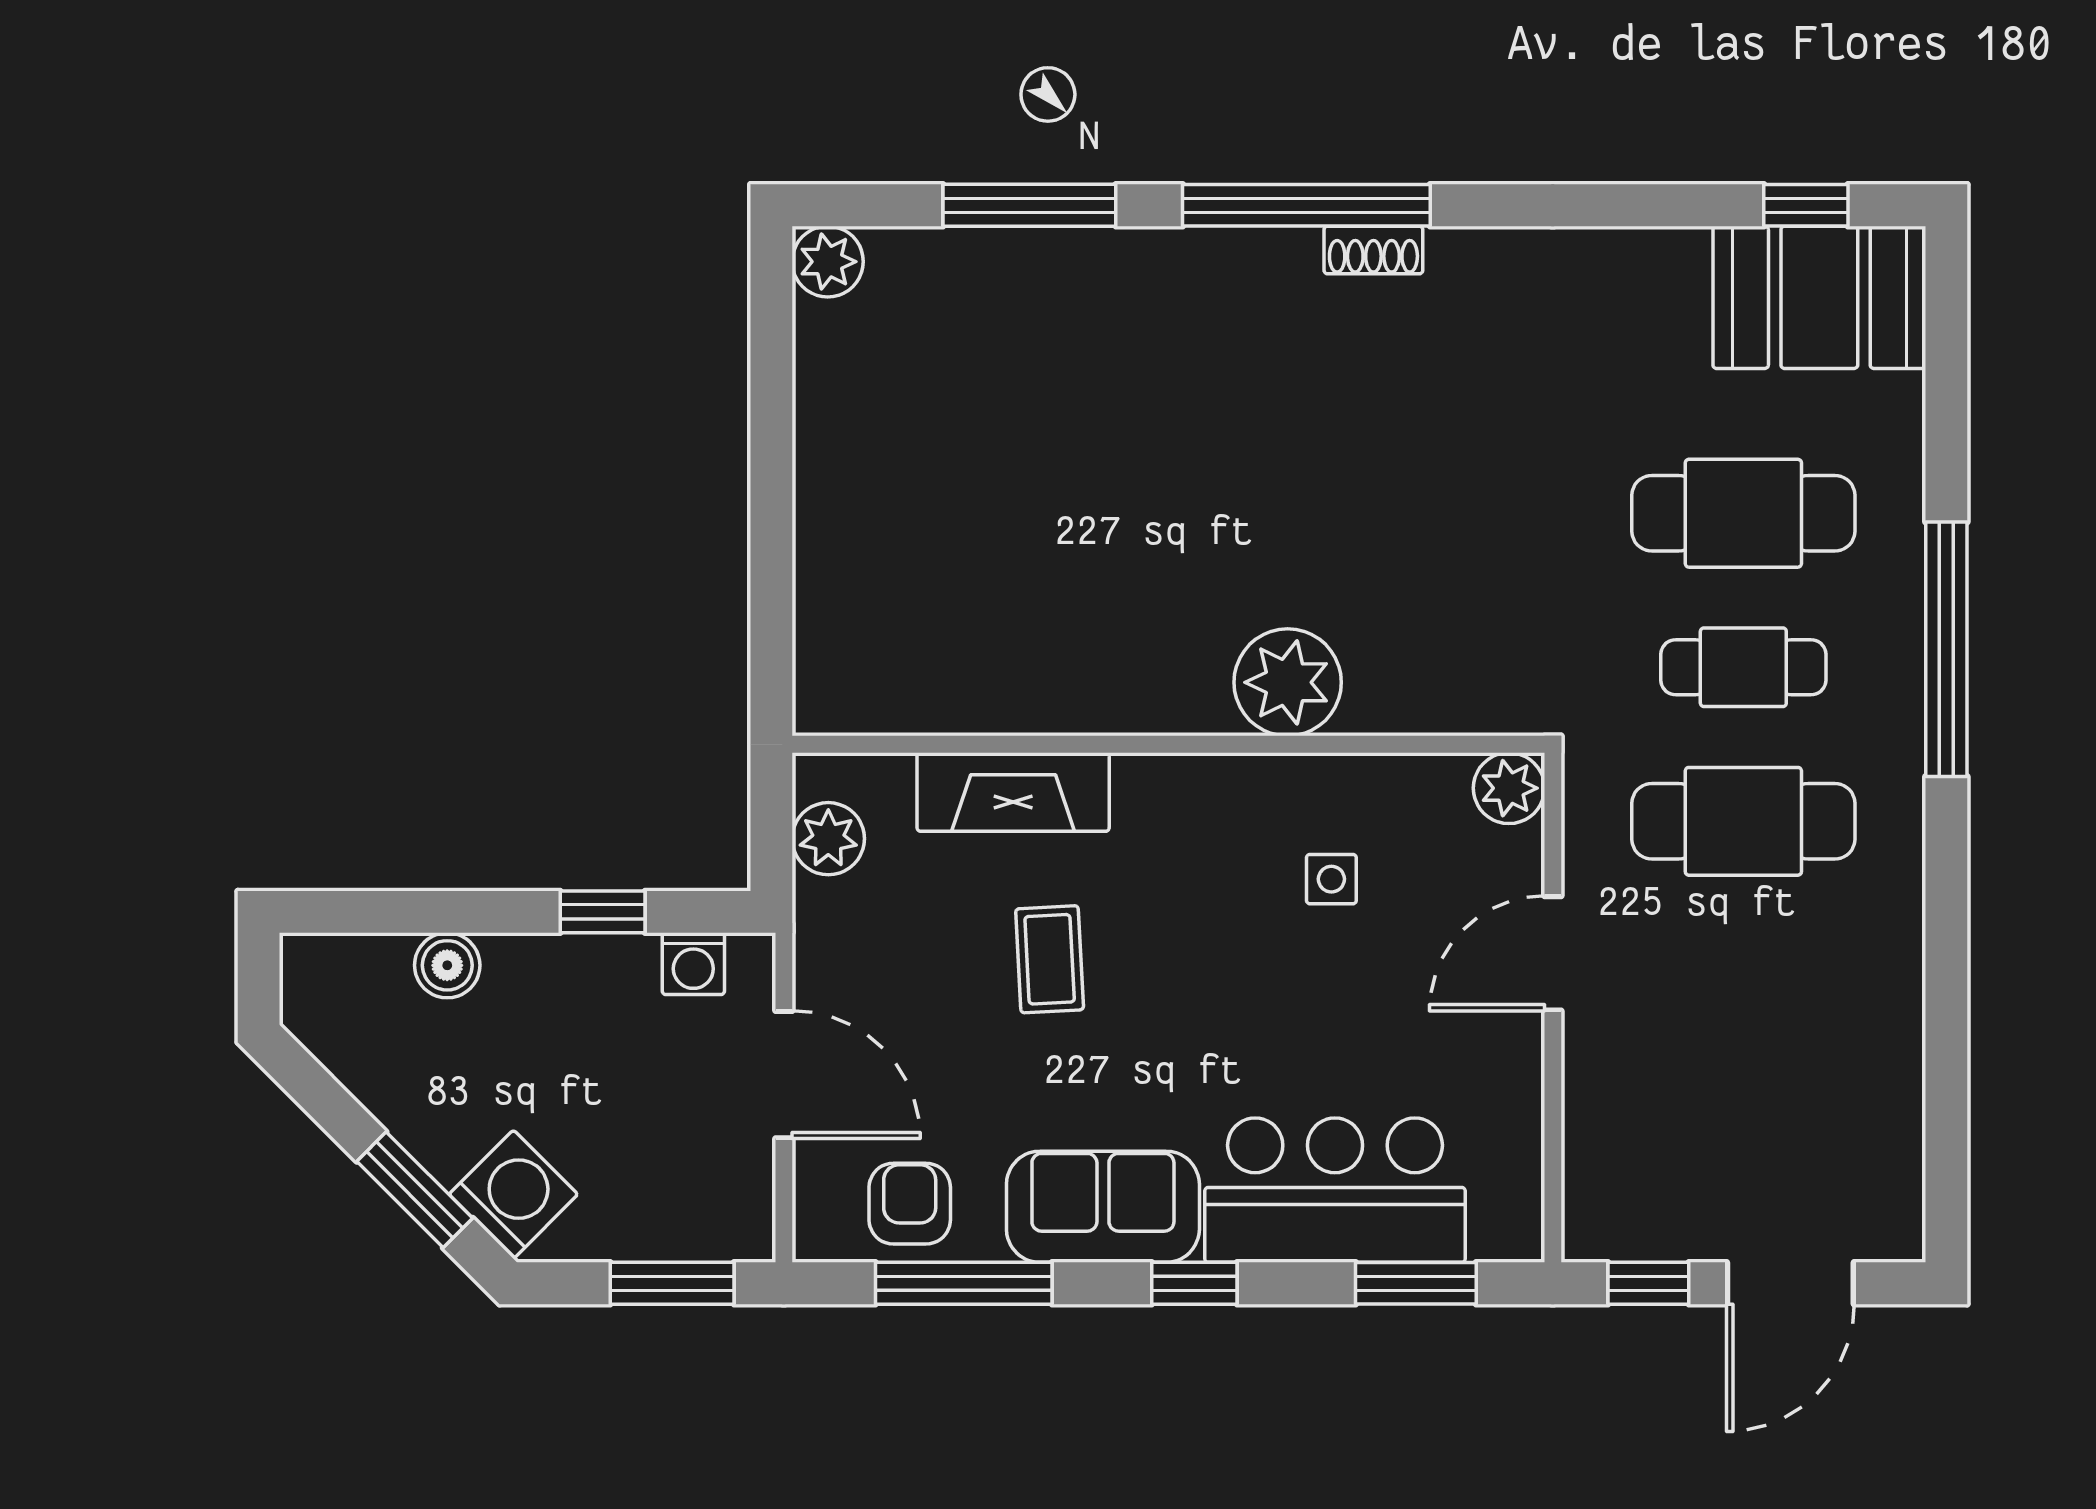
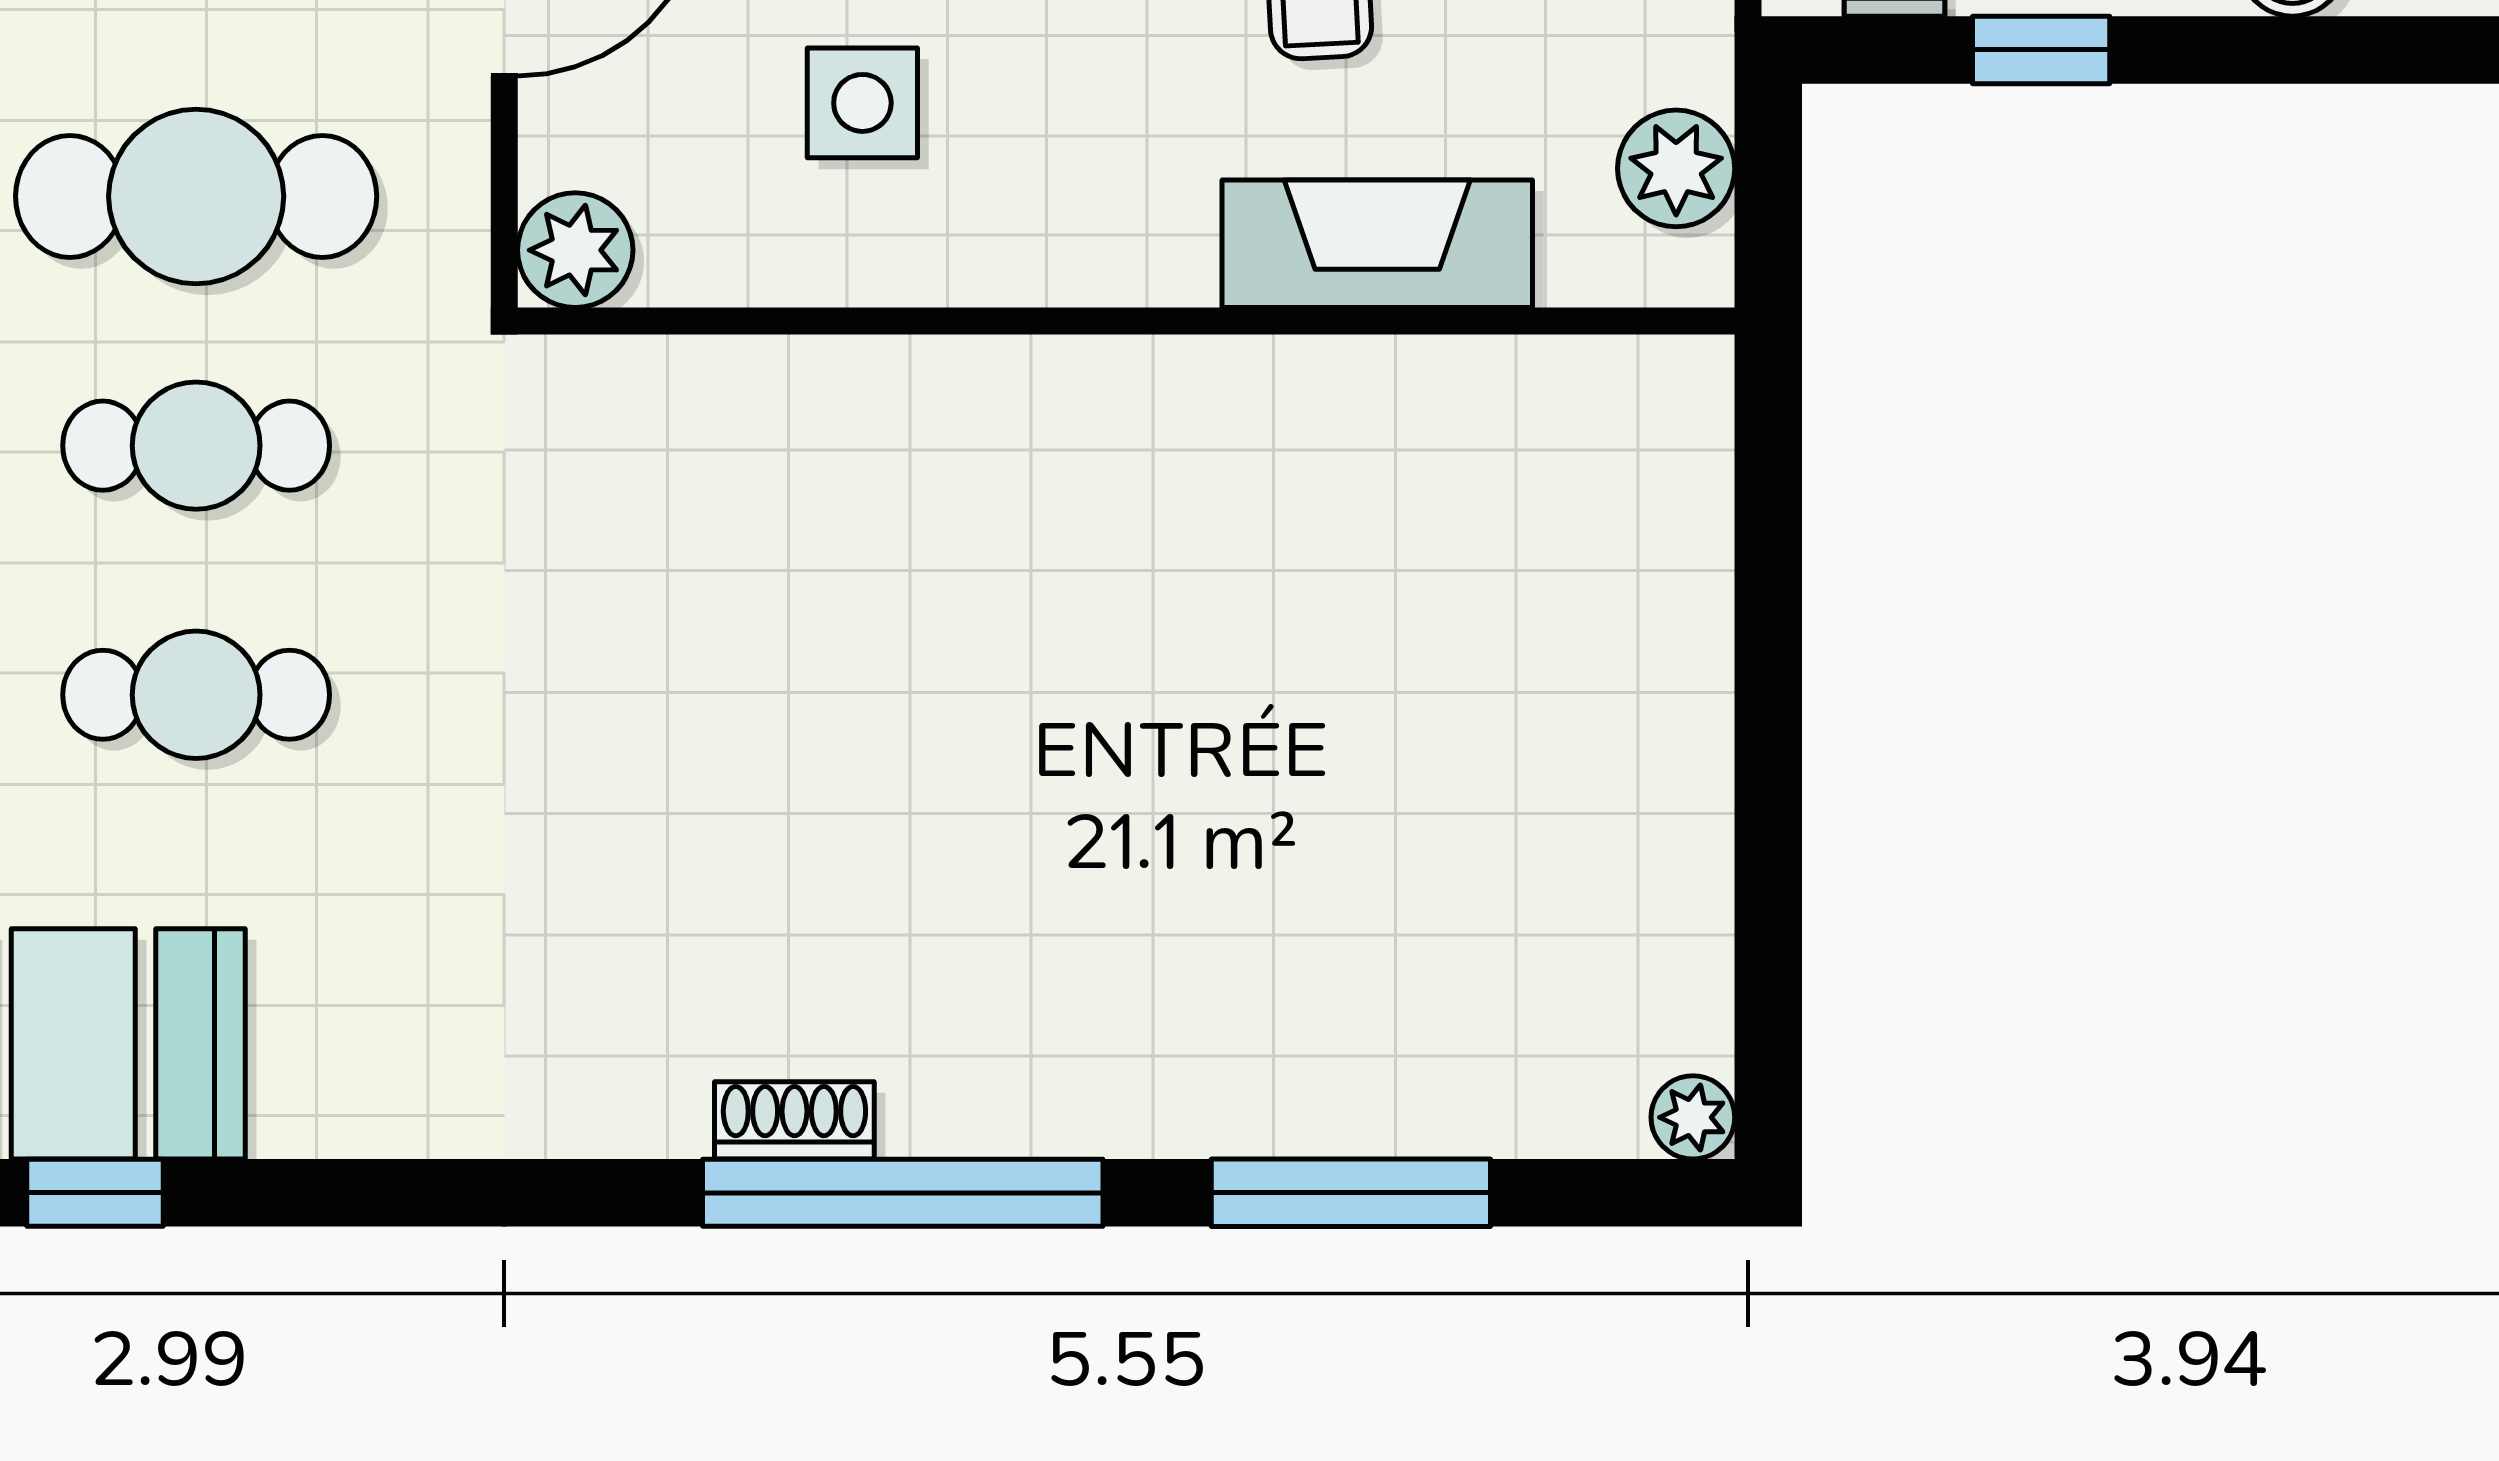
plant: (828, 262) -> (1693, 1117), width x0.73, depth x0.73
cafe table: (1743, 513) -> (196, 695), width x0.73, depth x0.74
plant: (1288, 682) -> (933, 421), removed
side table: (1331, 879) -> (862, 103), width x1.37, depth x1.37

